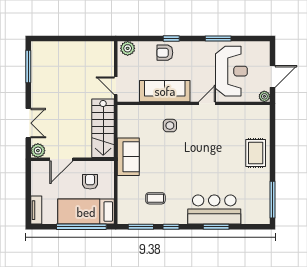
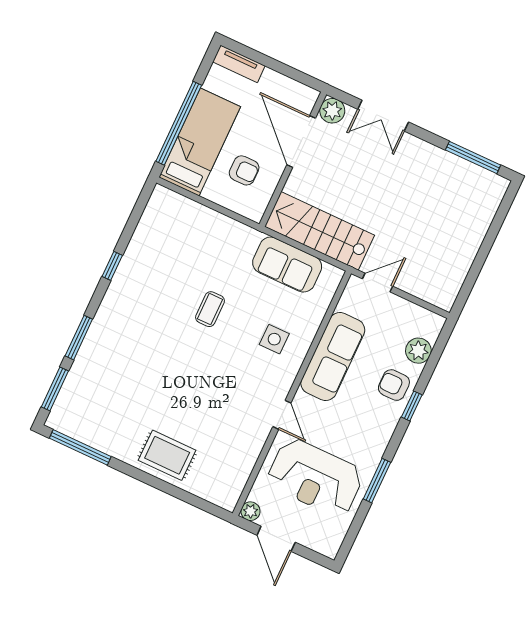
plant: (128, 48) -> (418, 351), moved
armchair: (165, 53) -> (394, 385), turned -90
sofa: (128, 157) -> (287, 265), moved
door: (61, 159) -> (301, 141), width x1.36
coffee table: (155, 198) -> (210, 309), moved
bar counter: (214, 210) -> (108, 347), removed
window: (141, 227) -> (55, 389), moved

